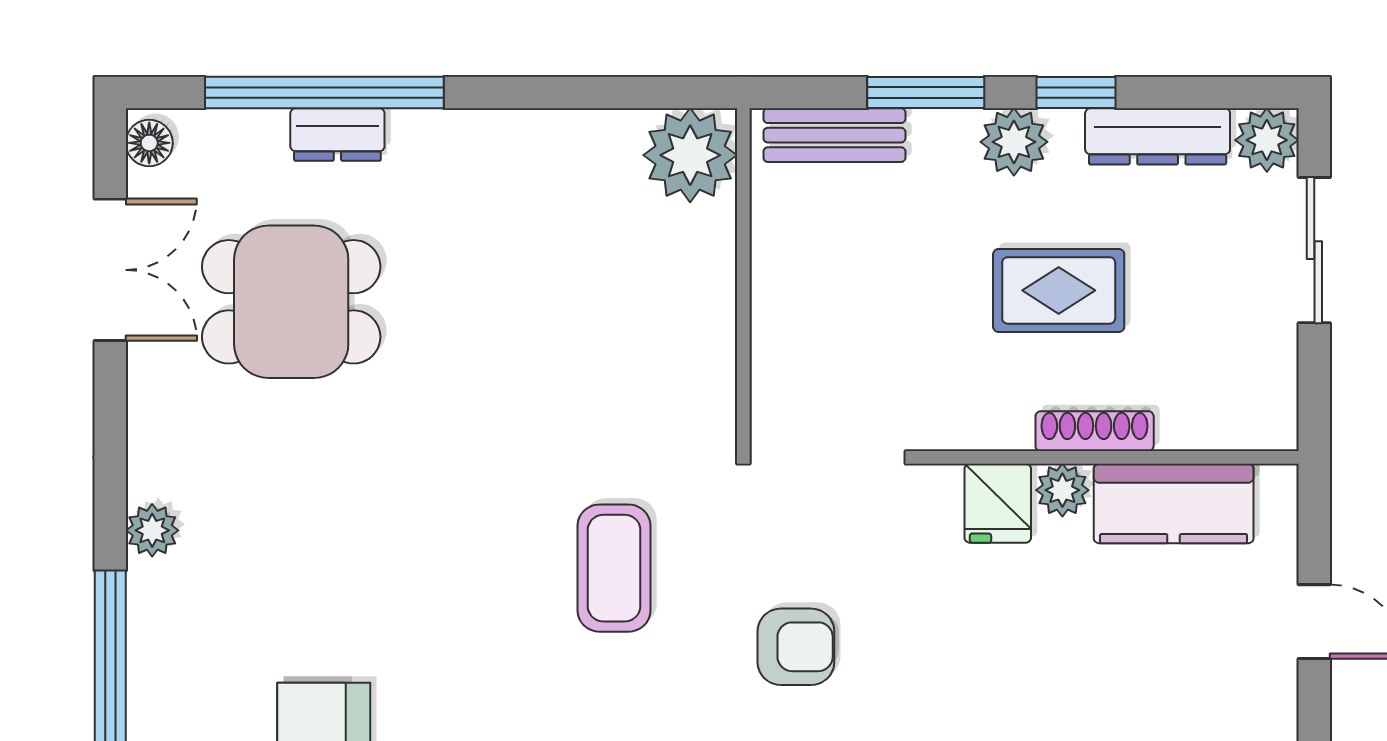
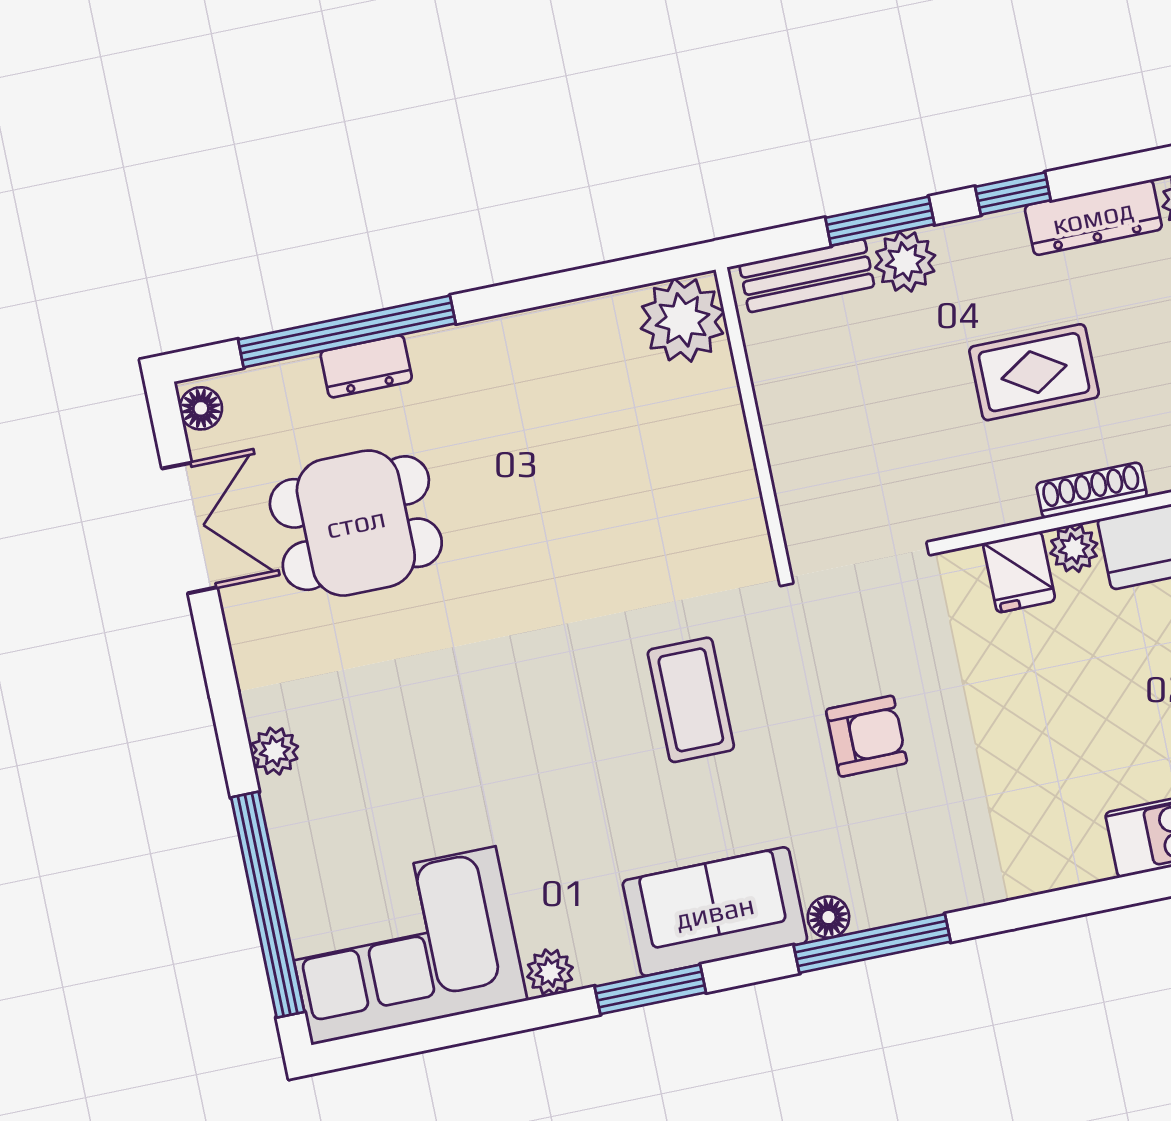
plant: (1014, 142) -> (905, 262), moved

